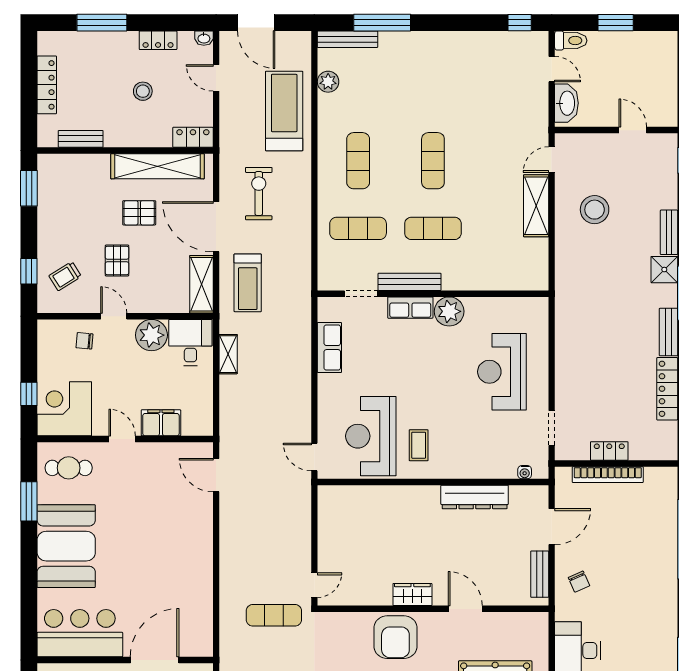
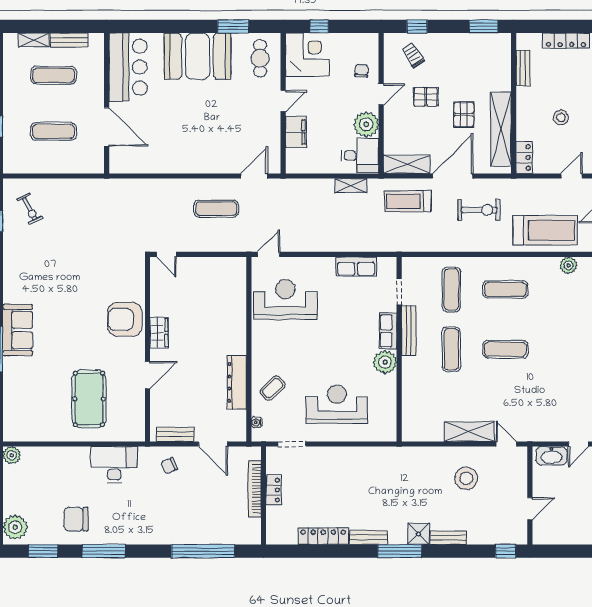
coffee table: (419, 445) -> (273, 388), moved, turned -43
exercise mat: (274, 615) -> (216, 209), moved, turned 90

